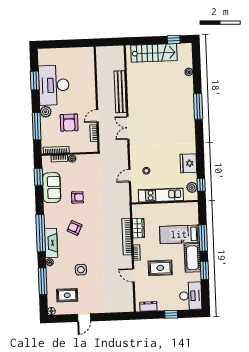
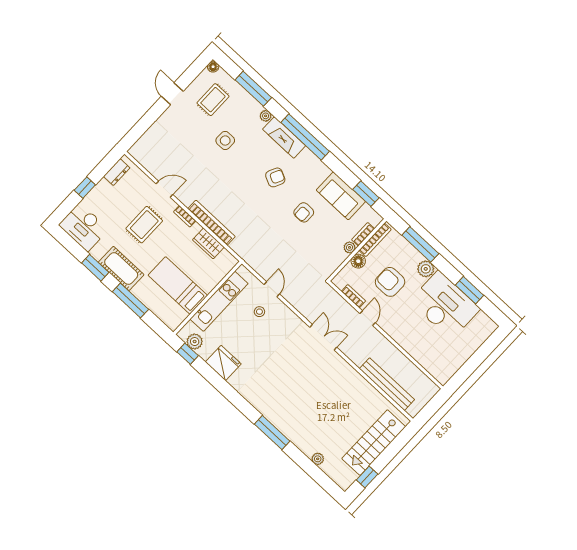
bench: (120, 92) -> (387, 384), moved
floor lamp: (75, 148) -> (358, 261), added
bed: (179, 234) -> (178, 285), moved, turned -90

